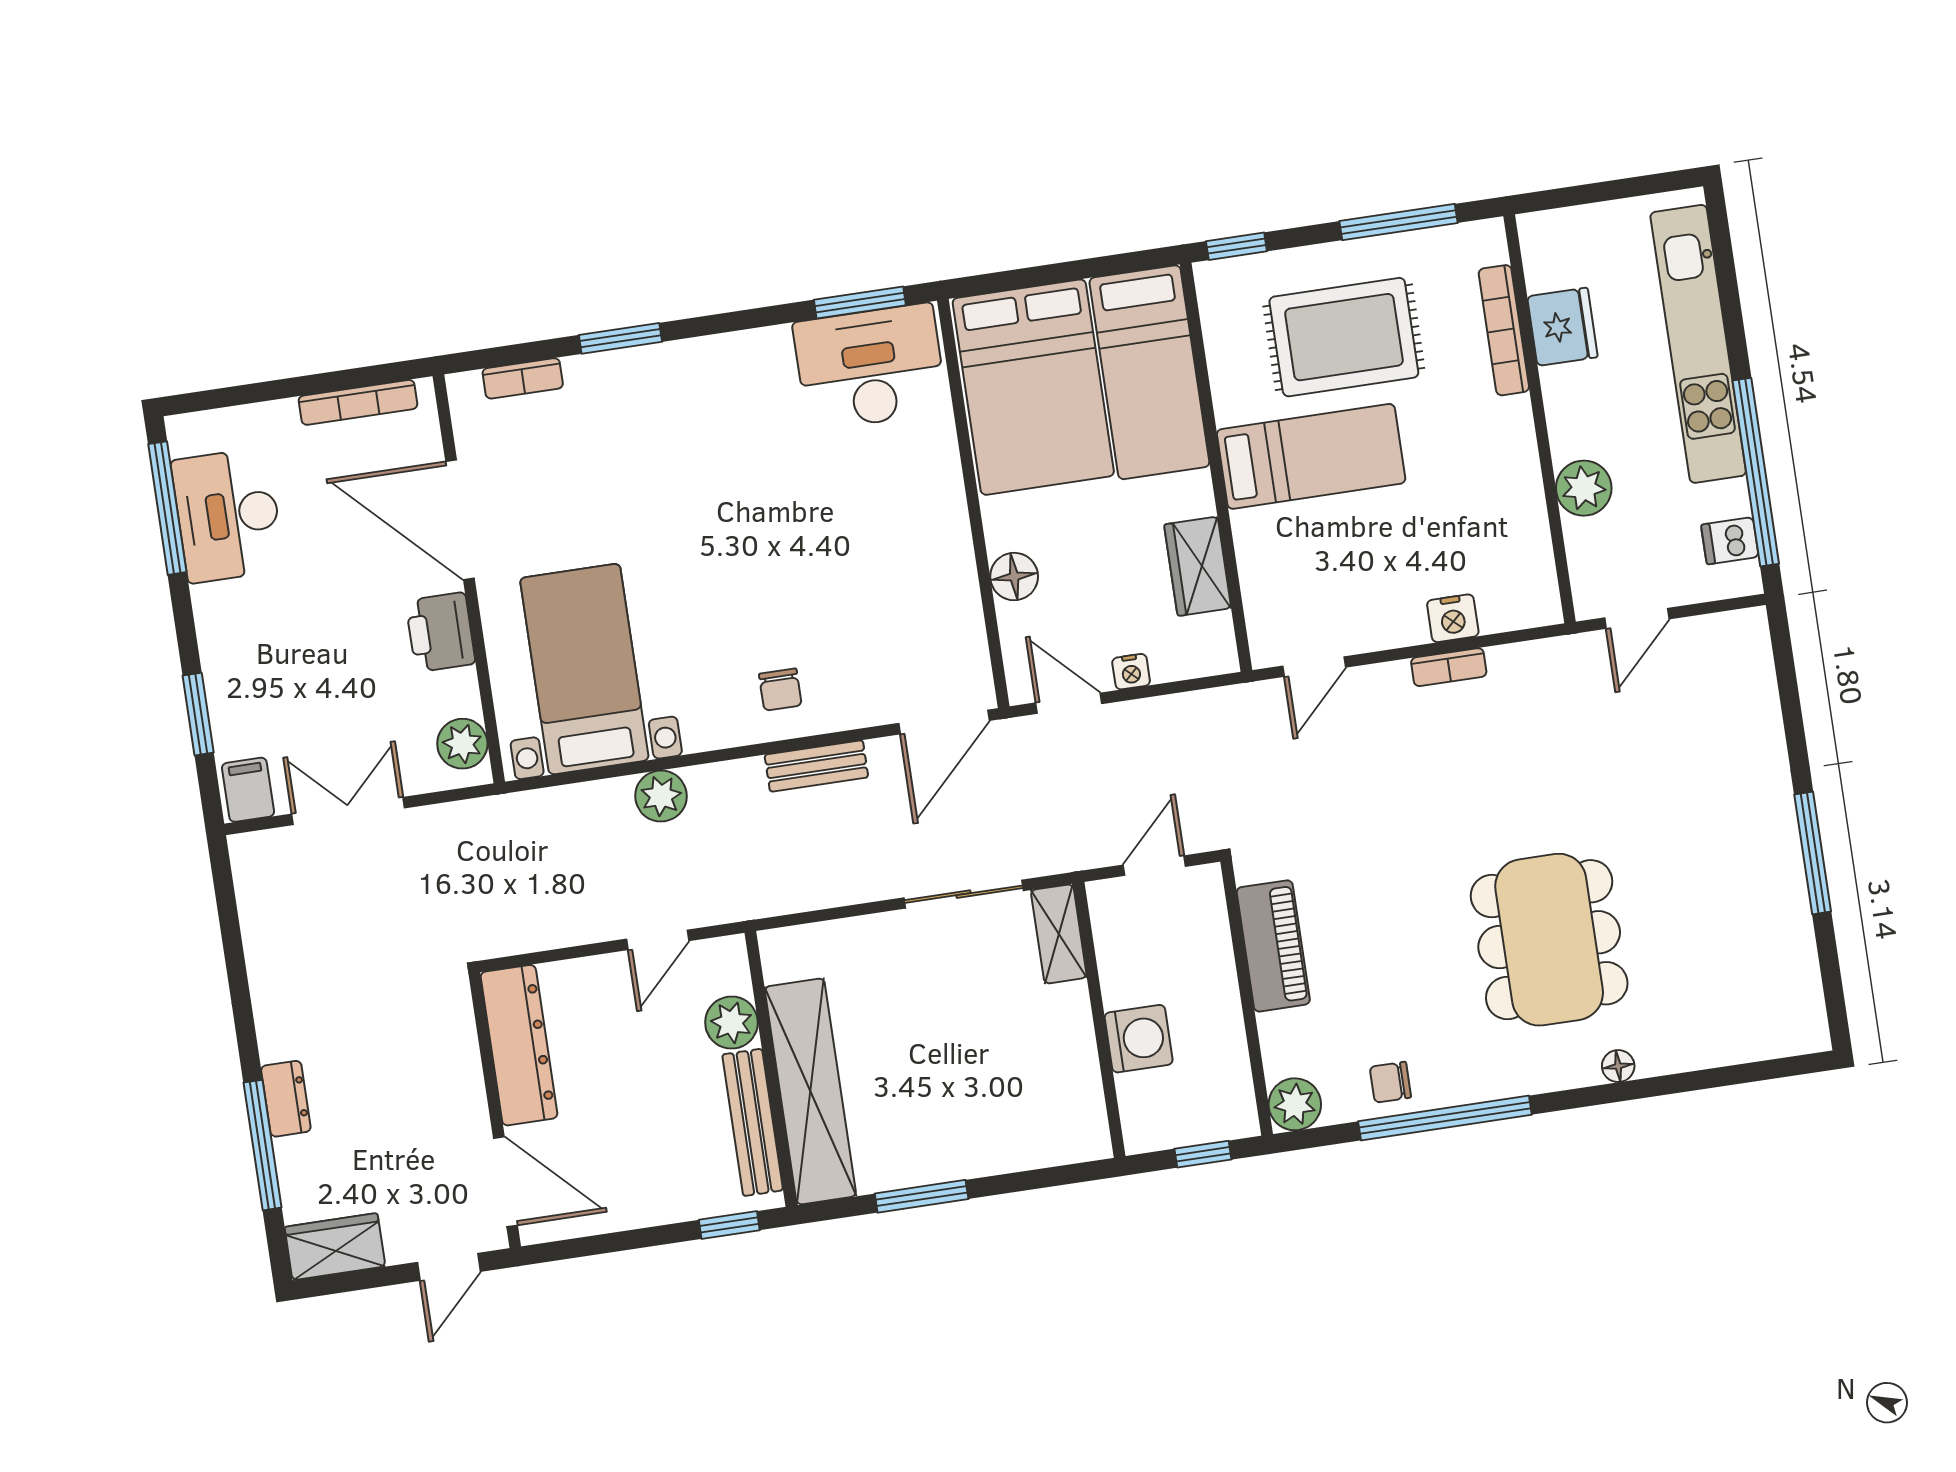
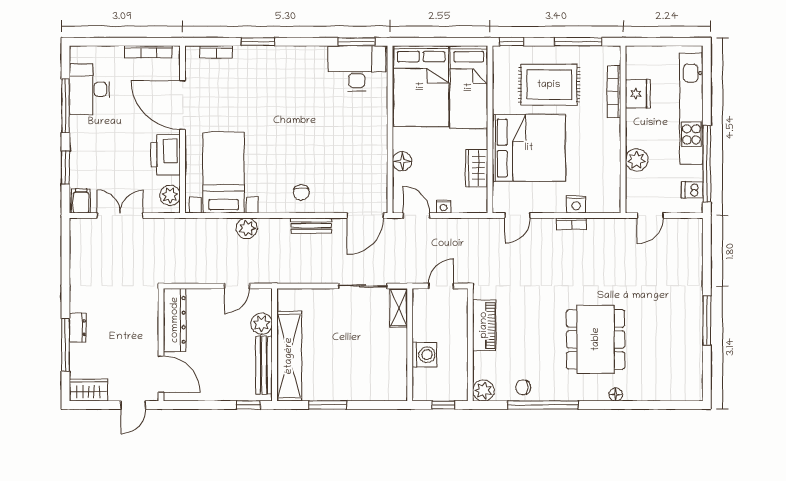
bed: (1311, 456) -> (529, 148), width x2.04
window: (167, 508) -> (66, 106), moved
printer: (440, 632) -> (166, 155), width x1.37, depth x1.19

